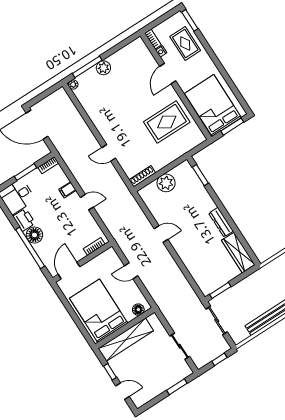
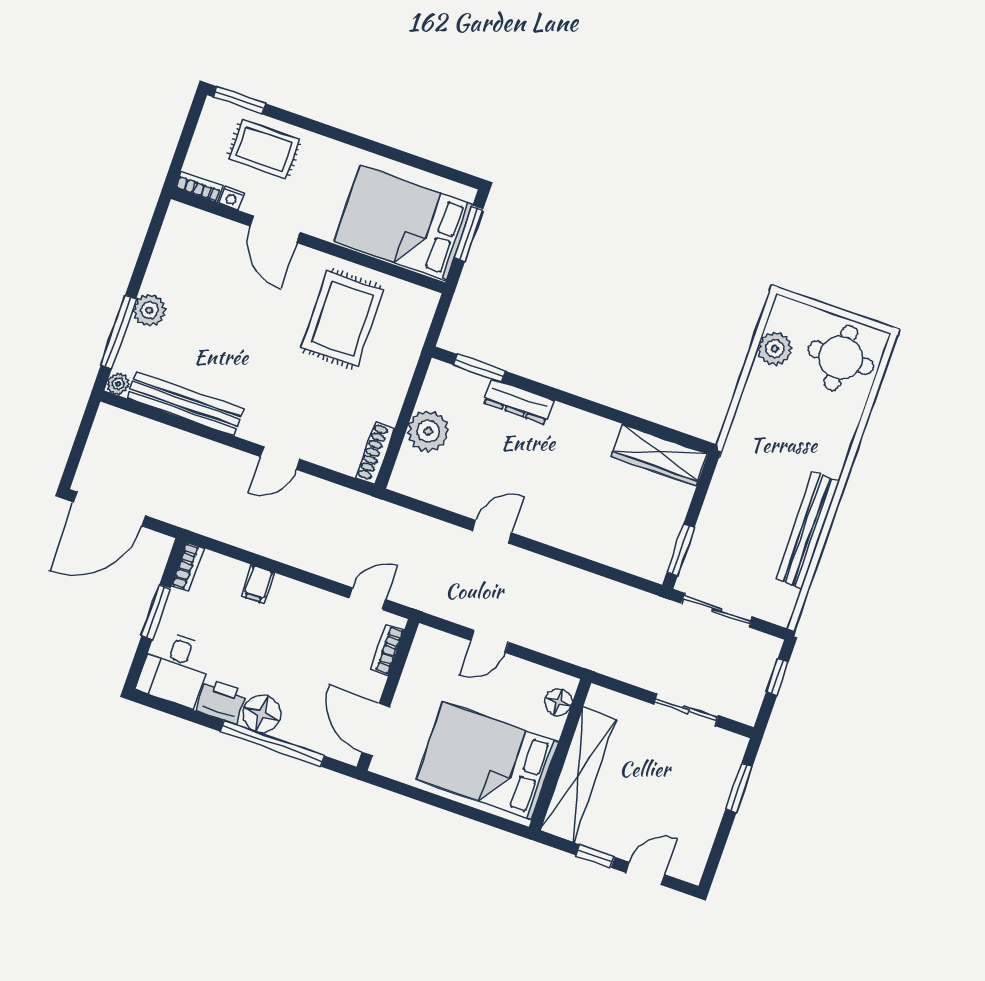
bench: (91, 109) -> (185, 404), added
door: (87, 202) -> (367, 599), moved
dresser: (221, 222) -> (518, 401), moved

